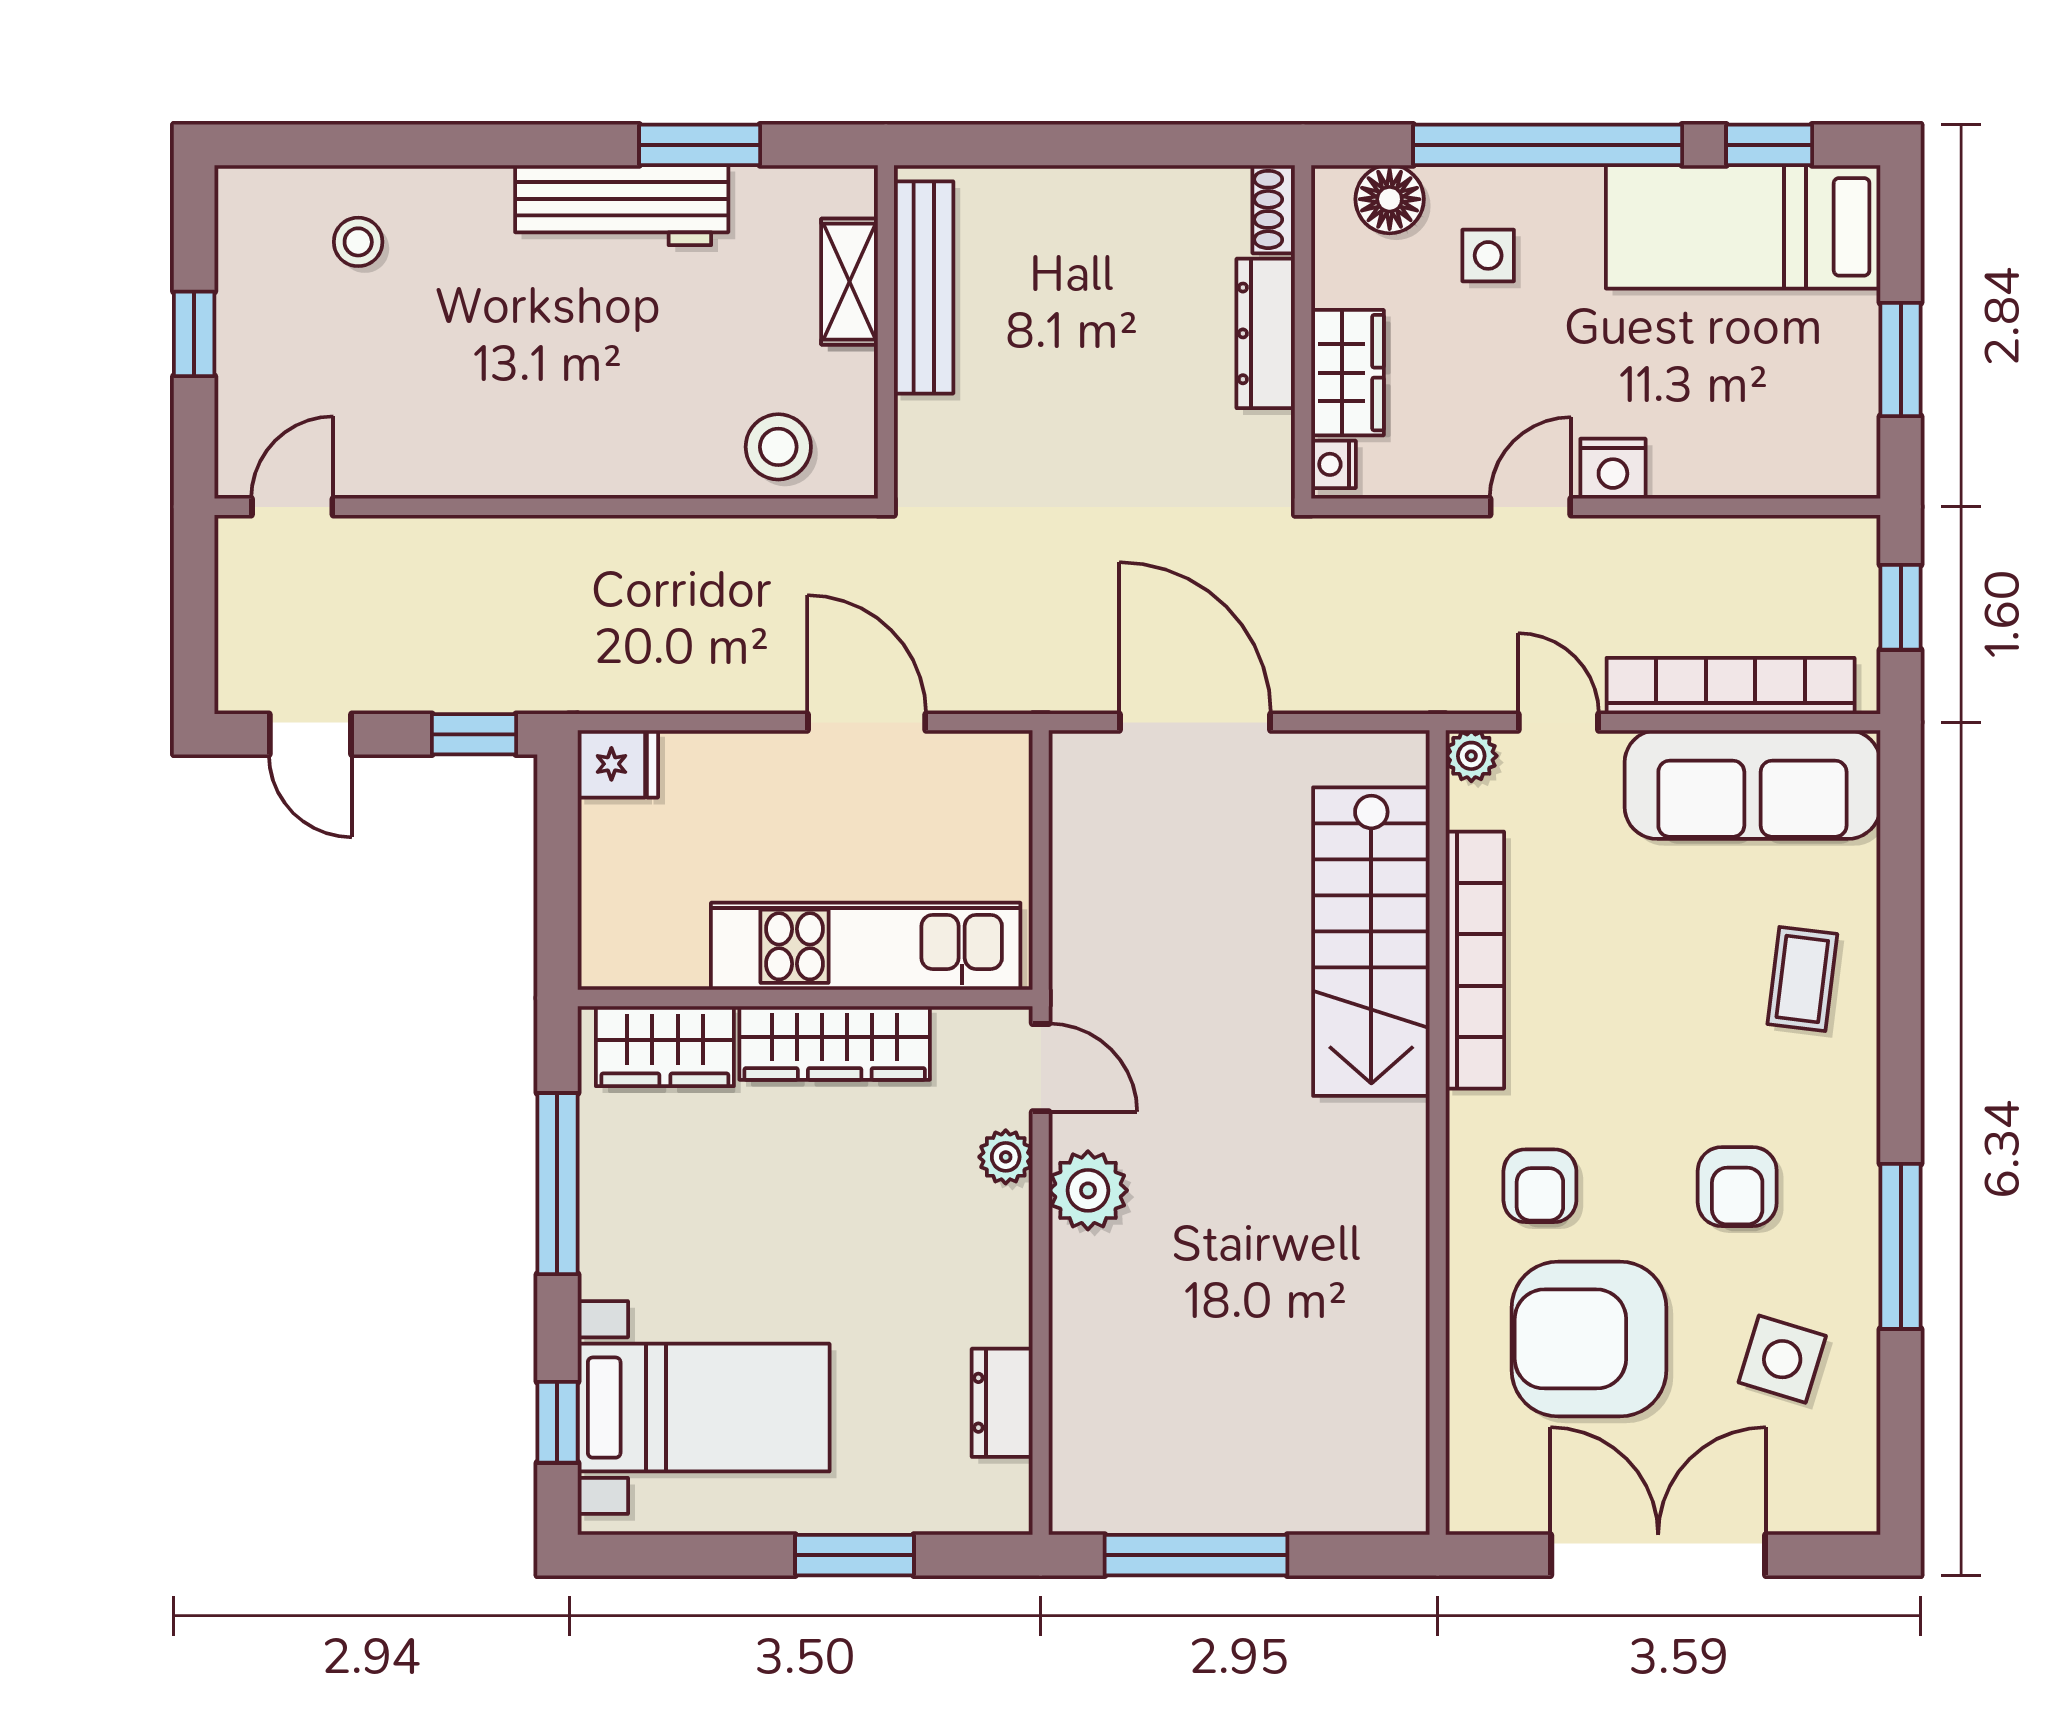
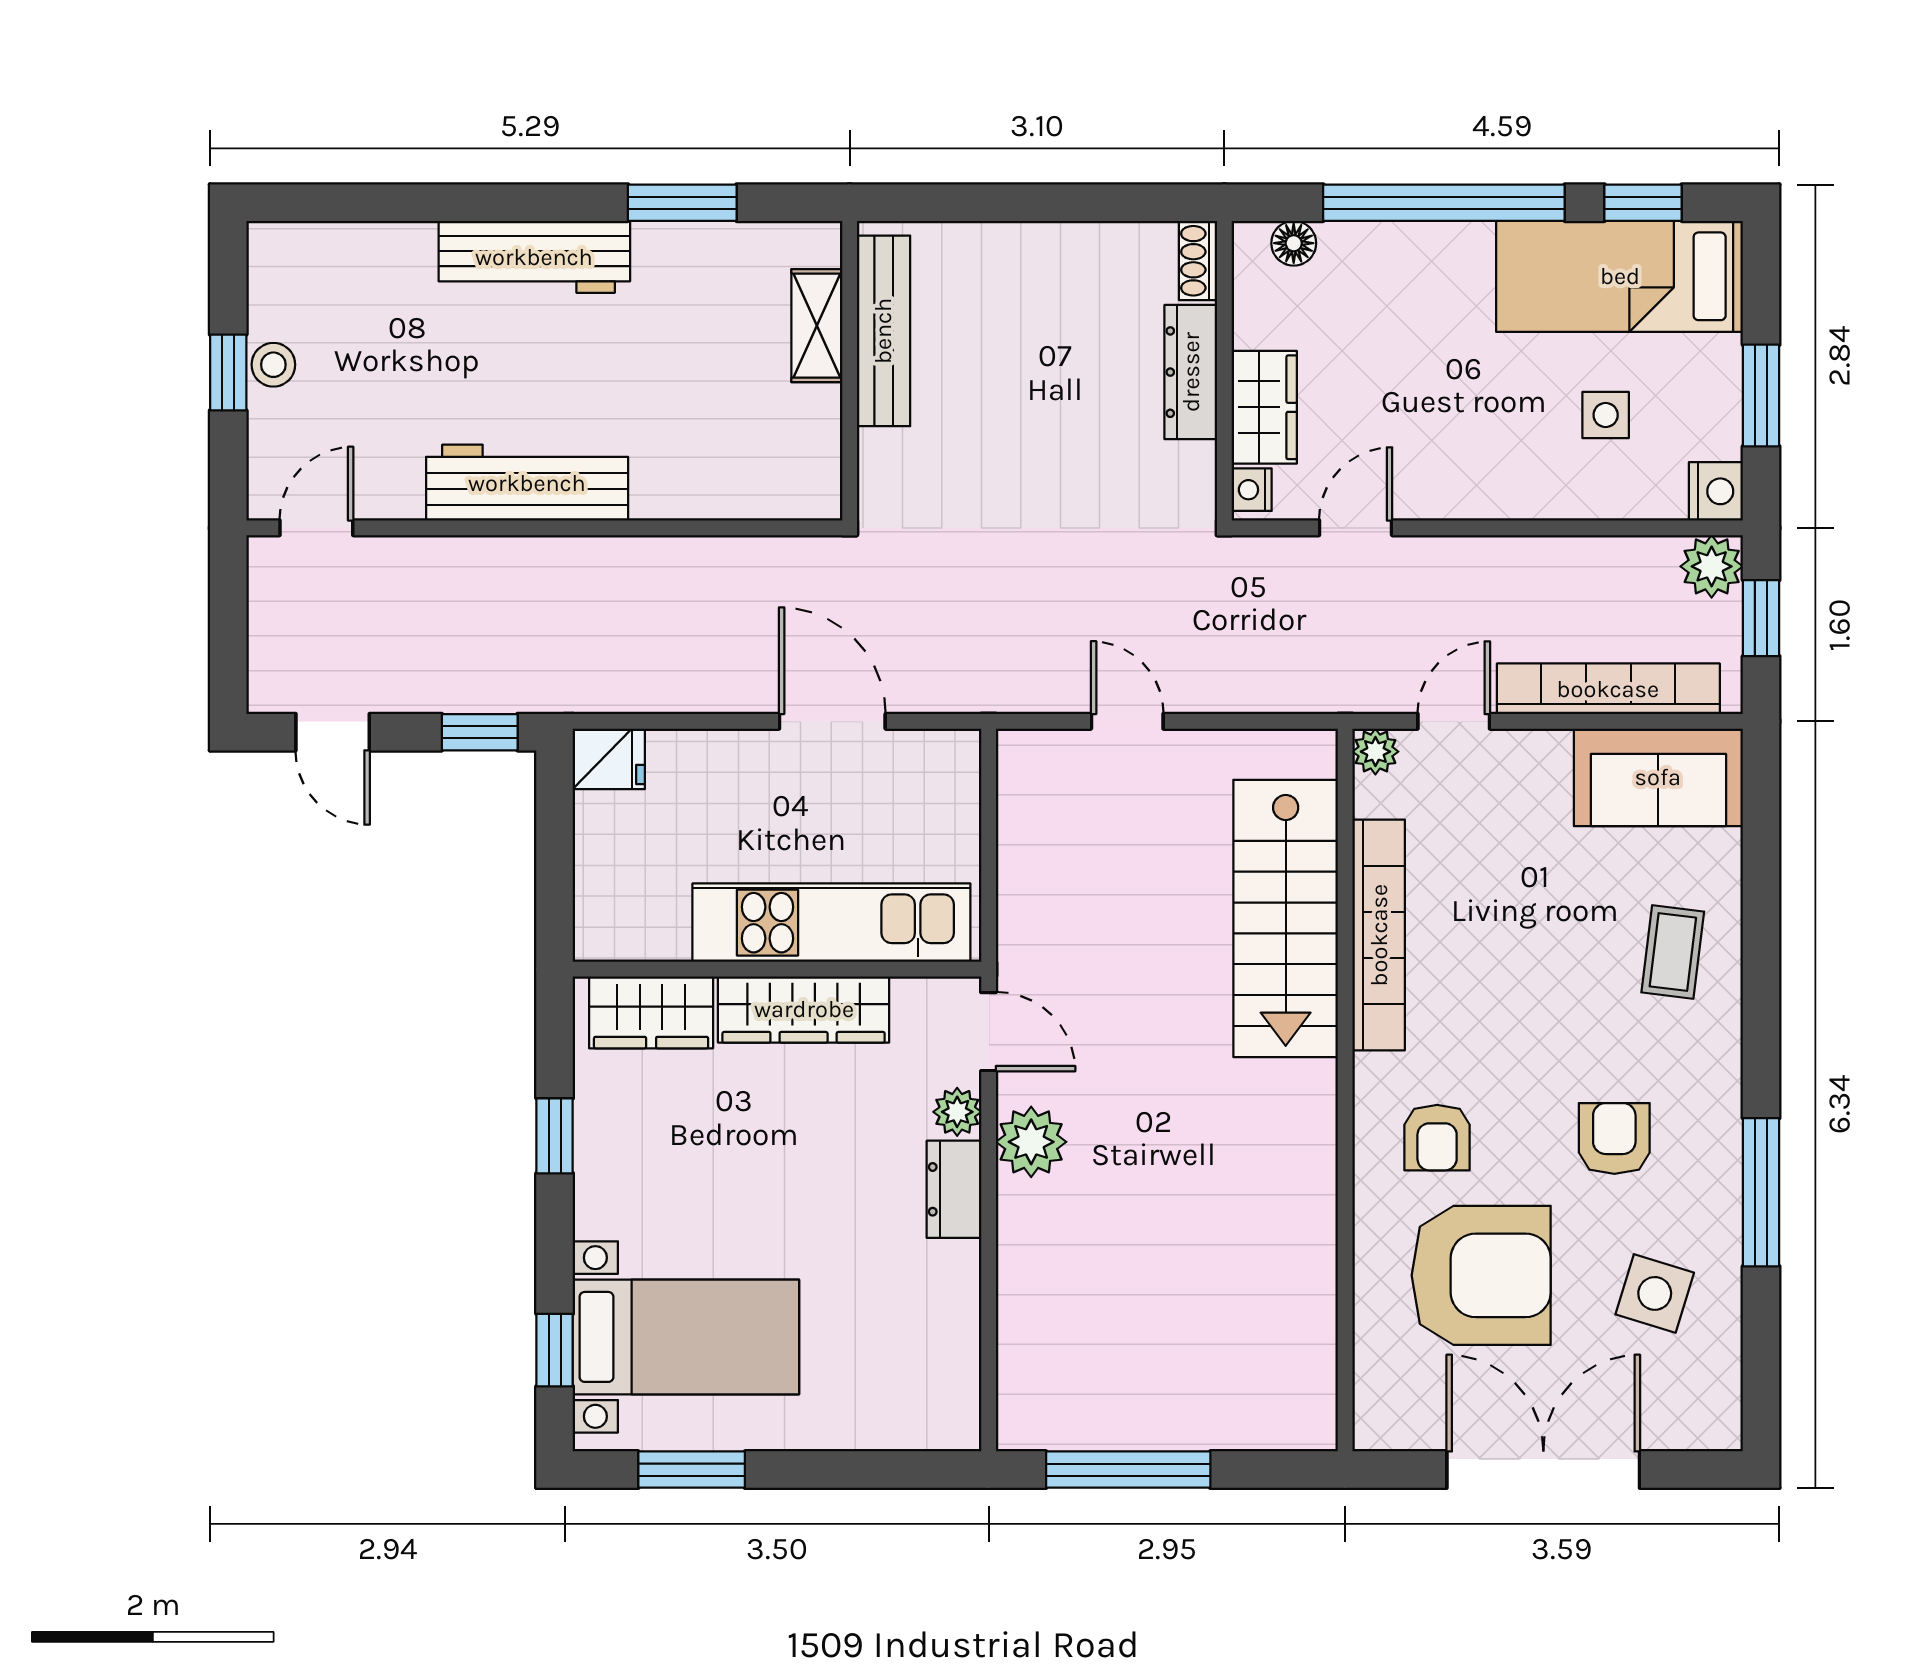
floor lamp: (1390, 199) -> (1294, 243), width x0.73, depth x0.73
workbench: (622, 205) -> (534, 257), moved
stool: (358, 242) -> (273, 365), moved
side table: (1488, 255) -> (1606, 415), moved
stool: (778, 447) -> (753, 474), removed
workbench: (527, 457) -> (527, 483), added
nightstand: (1613, 469) -> (1716, 491), moved, turned -90
door: (1530, 507) -> (1356, 528), moved
plant: (1846, 550) -> (1712, 566), added
door: (1195, 722) -> (1127, 721), width x0.53
door: (1558, 722) -> (1454, 721), hinge flipped
sofa: (1752, 785) -> (1658, 777), width x0.73
window: (557, 1184) -> (555, 1136), width x0.46
armchair: (1737, 1187) -> (1614, 1138), turned 180
armchair: (1589, 1339) -> (1481, 1275), turned 180
dresser: (1002, 1403) -> (954, 1189), moved
window: (854, 1555) -> (692, 1470), moved

